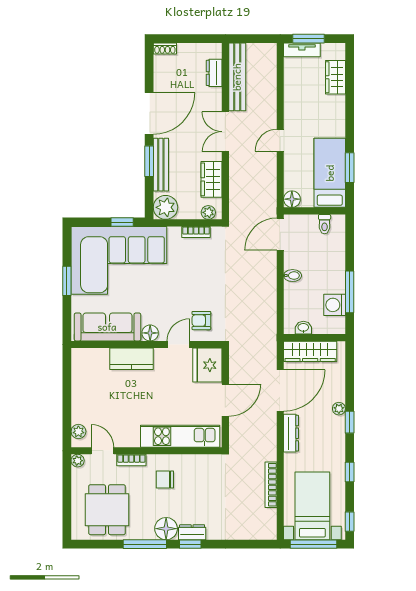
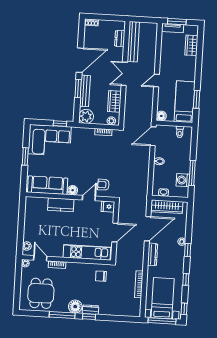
corner sofa: (119, 260) -> (50, 140), width x0.73, depth x0.74
fridge: (207, 365) -> (108, 207), width x0.53, depth x0.75
chair: (165, 480) -> (101, 276), moved

